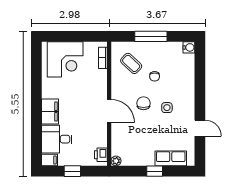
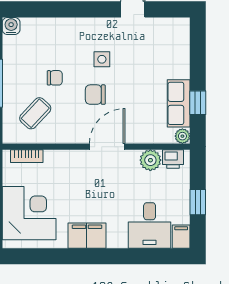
filing cabinet: (50, 111) -> (87, 236), moved
plant: (100, 140) -> (150, 160), added
row of seats: (171, 158) -> (179, 103), moved
window: (155, 171) -> (198, 103), moved

